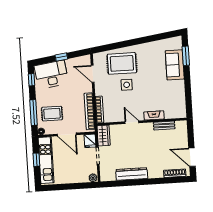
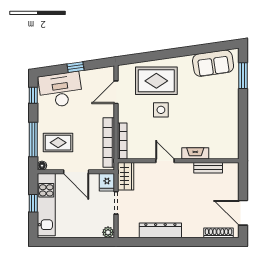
sofa: (175, 65) -> (213, 63), moved, turned -98
door: (93, 74) -> (116, 92), hinge flipped

